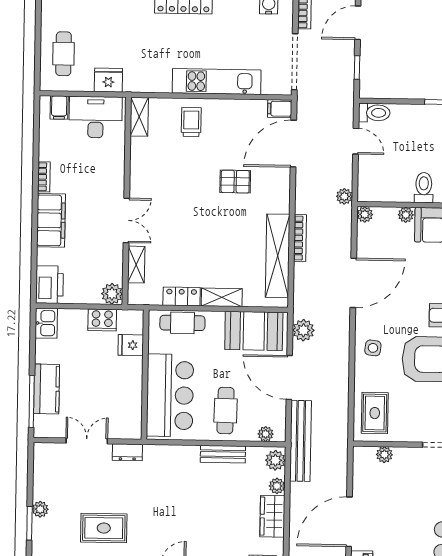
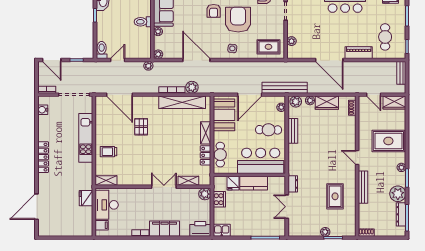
cafe table: (64, 54) -> (72, 223), removed
filing cabinet: (280, 109) -> (100, 103), removed
plant: (303, 330) -> (192, 87), moved
kitchen counter: (47, 389) -> (254, 183), moved, turned 180

